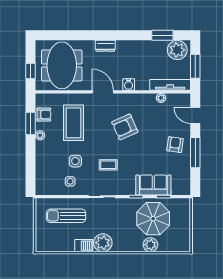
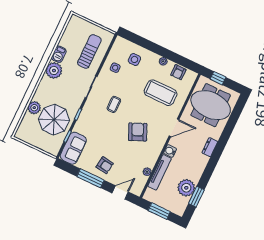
plant: (177, 50) -> (186, 188), moved
tv unit: (170, 85) -> (160, 172), moved
window: (30, 124) -> (176, 58), removed
side table: (75, 161) -> (134, 60), moved
sofa: (153, 185) -> (73, 148), moved

